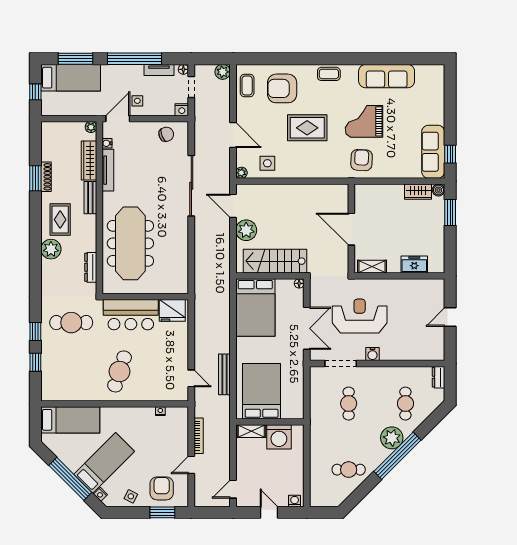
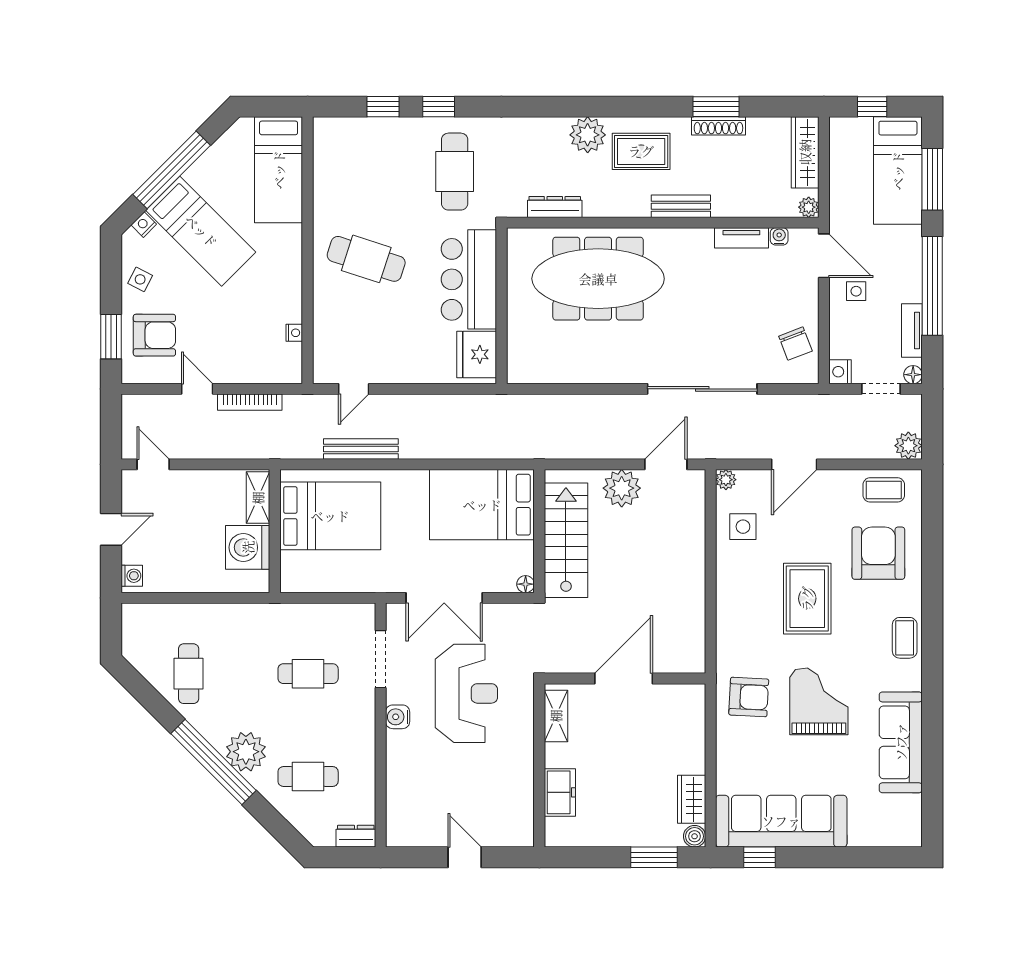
sofa: (433, 152) -> (781, 821), width x1.36, depth x1.27
wardrobe: (89, 161) -> (805, 152), moved, turned -90
tv unit: (108, 170) -> (741, 238), width x0.71

